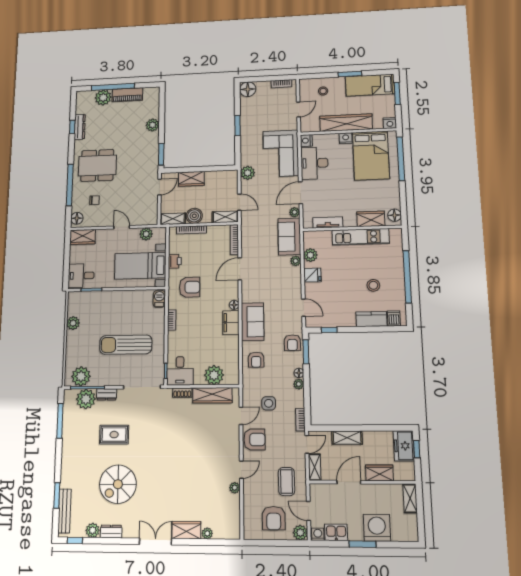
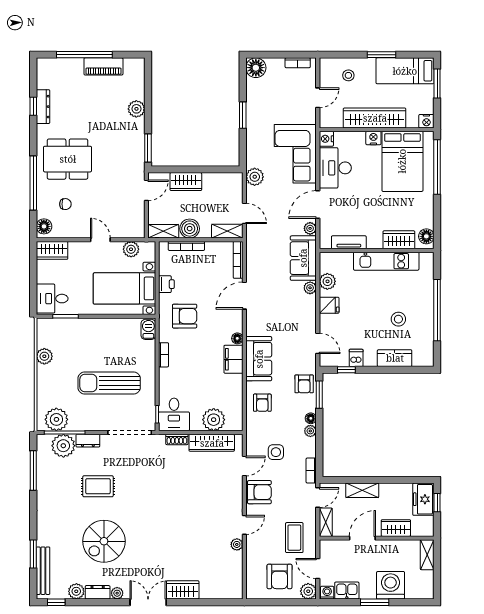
plant: (103, 98) -> (72, 68), removed
dishwasher: (394, 318) -> (356, 358), moved
plant: (207, 533) -> (117, 593), moved

